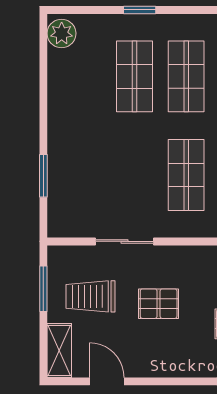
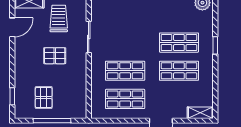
pallet: (159, 304) -> (55, 56), turned 90

